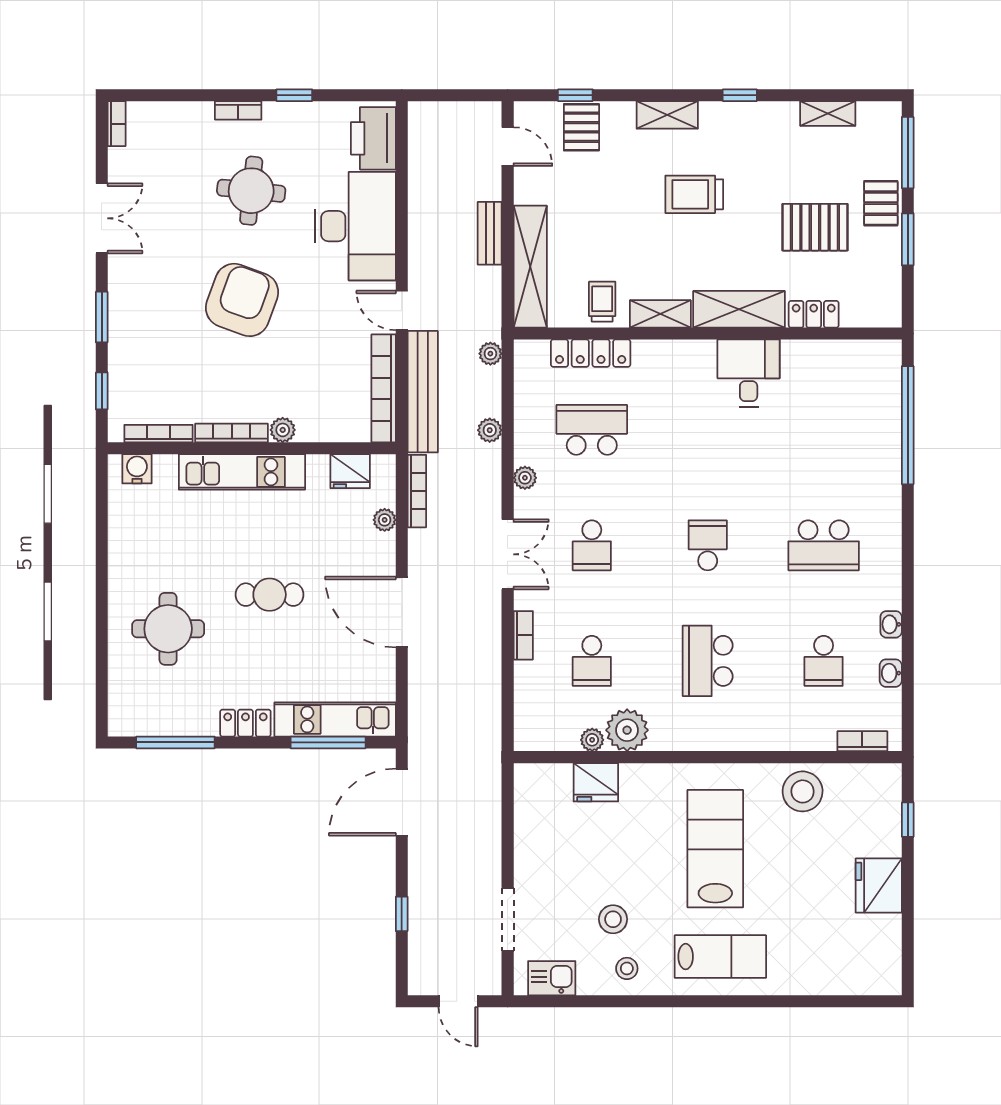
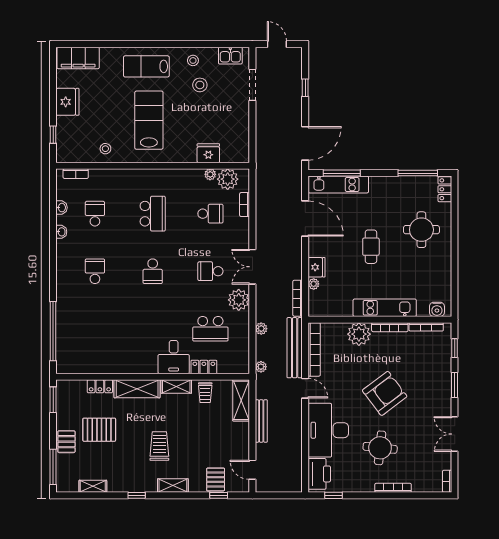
window: (294, 95) -> (334, 495), moved
bookcase: (238, 110) -> (393, 488), width x1.56
trolley: (694, 194) -> (159, 446), turned -90
bench: (490, 233) -> (261, 421), width x1.36
window: (908, 239) -> (53, 400), moved
shelving: (530, 267) -> (241, 400), width x0.68
armchair: (242, 300) -> (385, 393), turned -147
locker: (591, 353) -> (204, 367), width x0.66
desk: (749, 373) -> (174, 357), moved
plant: (283, 430) -> (359, 334), width x1.88, depth x1.88
fridge: (350, 471) -> (316, 267), moved, turned 90
plant: (525, 478) -> (239, 300), width x1.88, depth x1.88
school desk: (592, 545) -> (210, 271), turned -90
school desk: (824, 545) -> (95, 271), width x0.54
cafe table: (270, 595) -> (371, 247), turned 90
door: (402, 612) -> (305, 219), moved
bookcase: (523, 635) -> (245, 205), moved
school desk: (592, 661) -> (210, 214), turned 90
locker: (245, 723) -> (445, 189), moved, turned 90
plant: (627, 730) -> (228, 179), moved
stool: (803, 791) -> (105, 149), width x0.53, depth x0.53
lab bench: (715, 849) -> (149, 120), turned 180
filing cabinet: (857, 974) -> (78, 58), added

